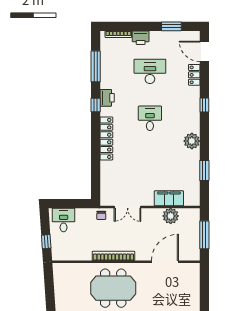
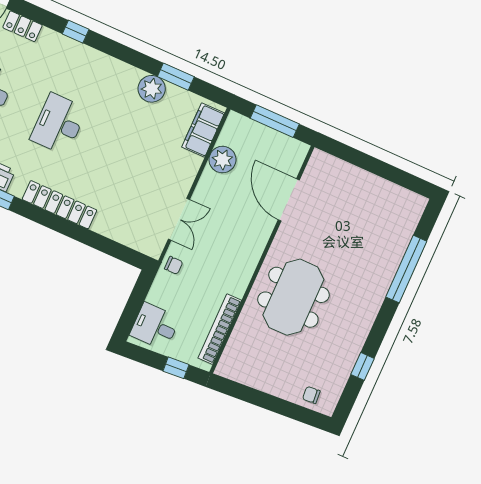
desk: (150, 118) -> (59, 124), width x1.37
plant: (192, 141) -> (152, 89), moved
filing cabinet: (169, 198) -> (203, 130), moved
bookcase: (113, 256) -> (220, 329), moved

